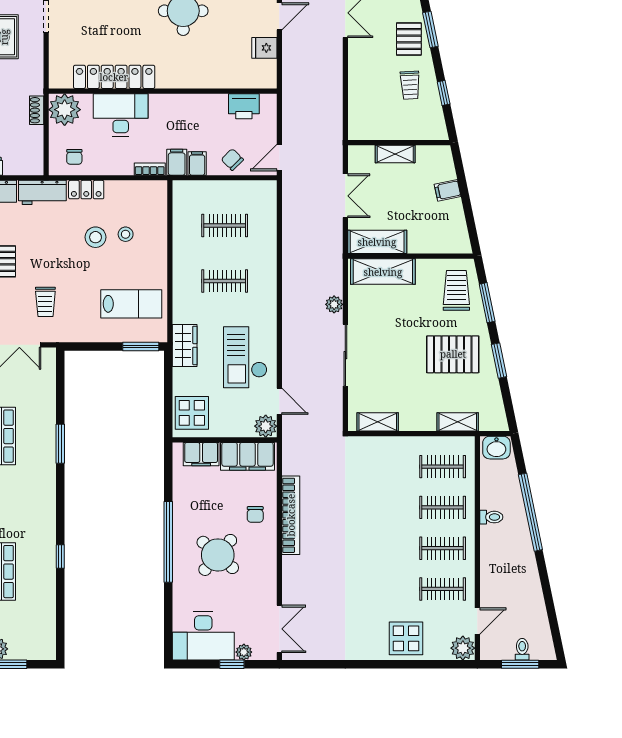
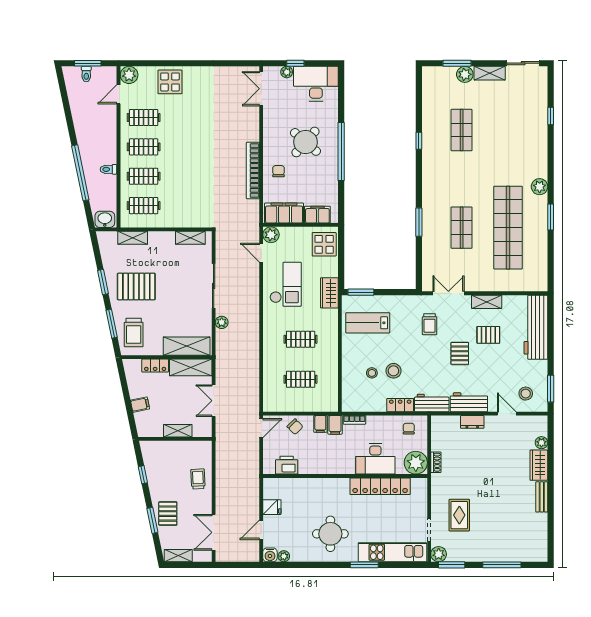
trolley: (410, 85) -> (198, 479), moved
locker: (427, 244) -> (155, 366), added
trolley: (45, 302) -> (430, 324), turned 180

